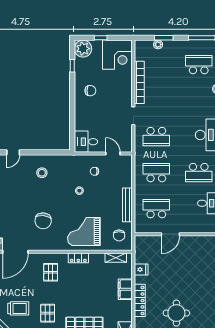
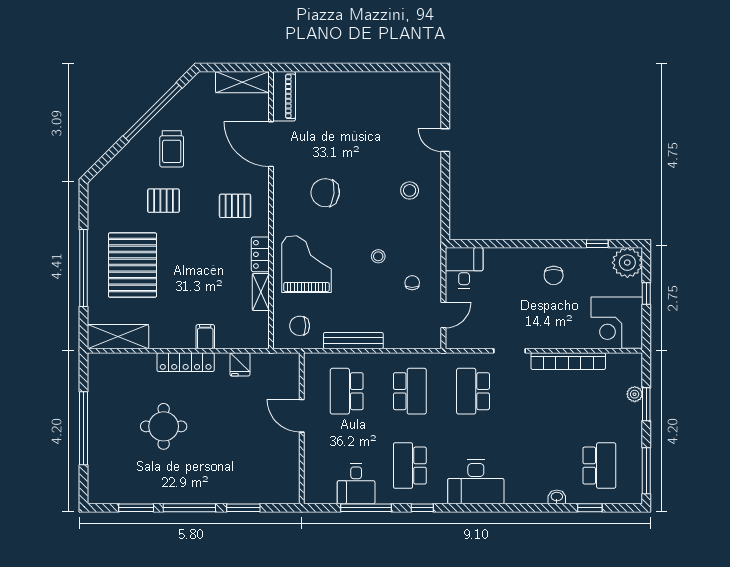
school desk: (156, 209) -> (347, 391), turned 180
shelving: (116, 258) -> (261, 292), moved
filing cabinet: (125, 289) -> (205, 337), width x0.50

